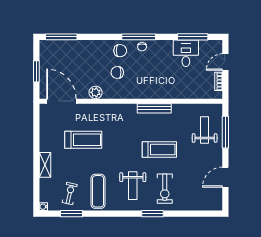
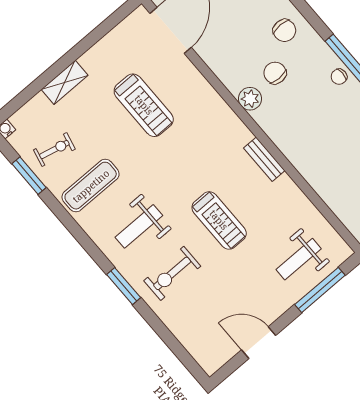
chair: (120, 51) -> (284, 30), moved
plant: (96, 92) -> (250, 99), moved
bench: (154, 108) -> (264, 159), width x0.73
weight bench: (205, 130) -> (299, 259), turned 180

